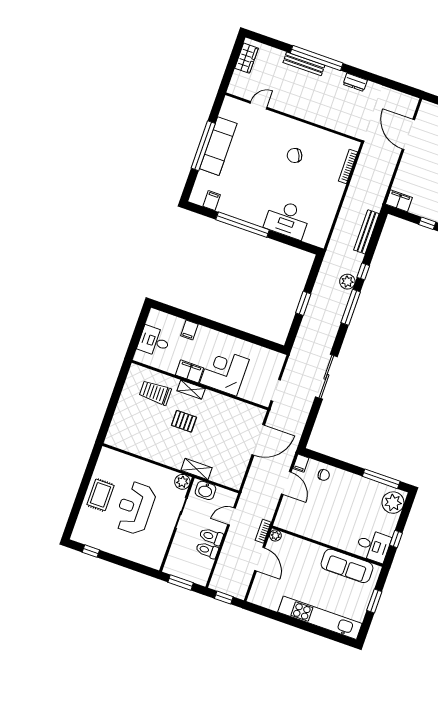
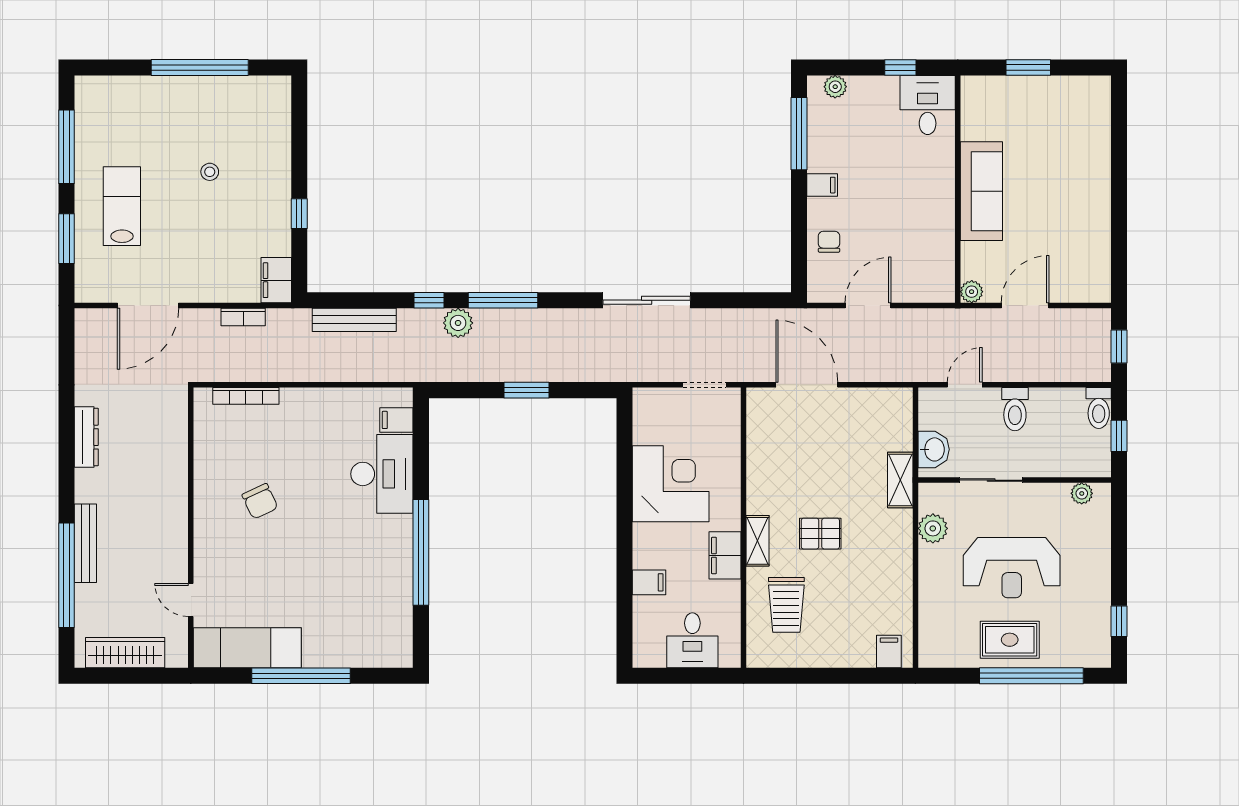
wardrobe: (246, 58) -> (125, 653), width x1.50
window: (317, 58) -> (66, 575), moved
dresser: (355, 82) -> (86, 437), width x1.44
exam couch: (218, 146) -> (247, 648), moved
filing cabinet: (212, 201) -> (396, 420), moved
corner desk: (224, 371) -> (671, 484), moved, turned 180
pallet: (184, 421) -> (820, 534), turned 90
filing cabinet: (115, 435) -> (889, 652), added
filing cabinet: (301, 463) -> (822, 185), moved
plant: (182, 482) -> (933, 528), moved
window: (79, 499) -> (1031, 676), added
plant: (393, 503) -> (835, 87), width x0.53, depth x0.53
door: (231, 516) -> (965, 385), swing flipped
bookcase: (263, 531) -> (243, 317), moved
toilet: (207, 550) -> (1099, 408), moved
plant: (159, 555) -> (1082, 493), added
sofa: (347, 566) -> (981, 191), moved
window: (181, 582) -> (1119, 436), width x0.67
kitchen unit: (320, 618) -> (1094, 157), removed

